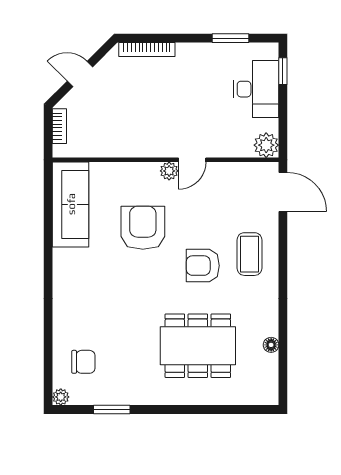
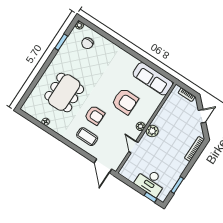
plant: (266, 145) -> (152, 131), moved
door: (192, 160) -> (133, 147), moved
door: (283, 192) -> (103, 166), hinge flipped
armchair: (203, 266) -> (95, 115), turned 90

